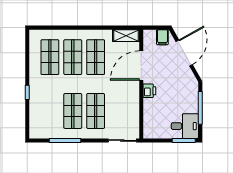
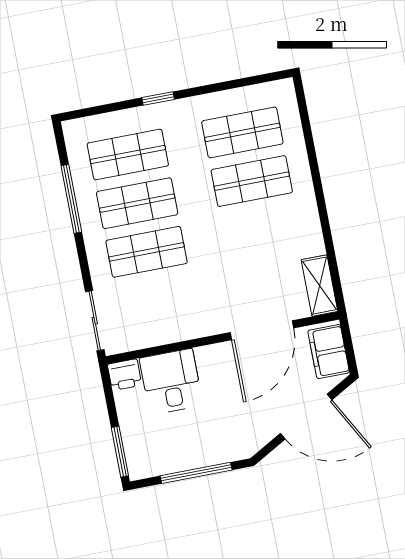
filing cabinet: (162, 37) -> (329, 352), width x2.00
shop shelf: (96, 57) -> (128, 154), moved
door: (141, 65) -> (262, 330), swing flipped
printer: (149, 91) -> (125, 375), moved
desk: (185, 126) -> (171, 382), moved, turned 180

